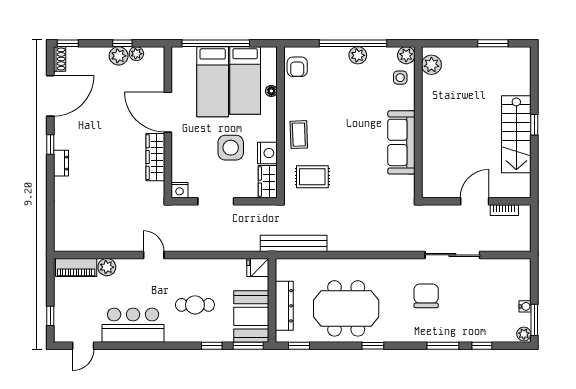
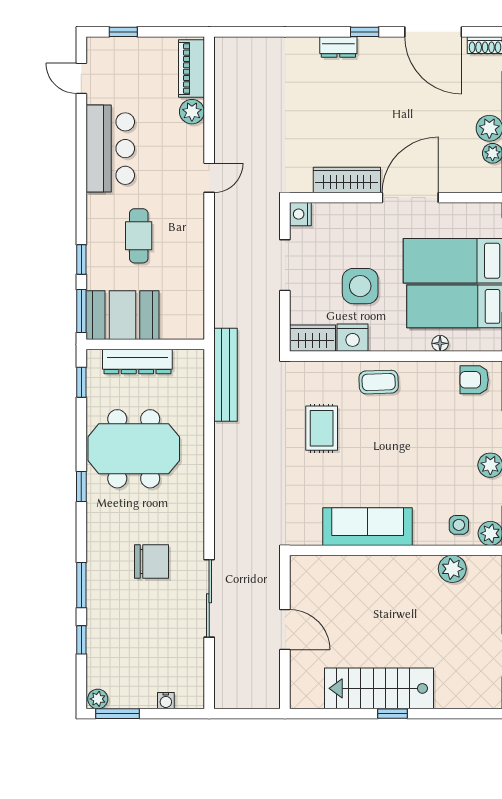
plant: (431, 65) -> (452, 569), moved
rug: (312, 177) -> (322, 428), moved
bookcase: (504, 210) -> (272, 672), removed
fridge: (258, 267) -> (191, 324), removed
water cooler: (525, 306) -> (166, 701), moved
meeting table: (346, 308) -> (134, 449), turned 90

